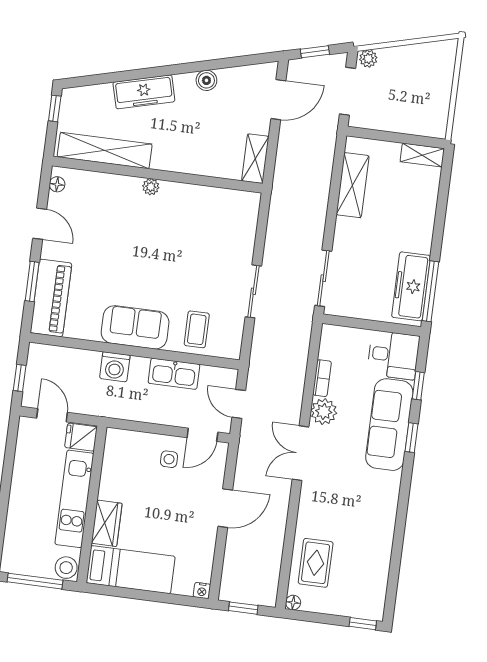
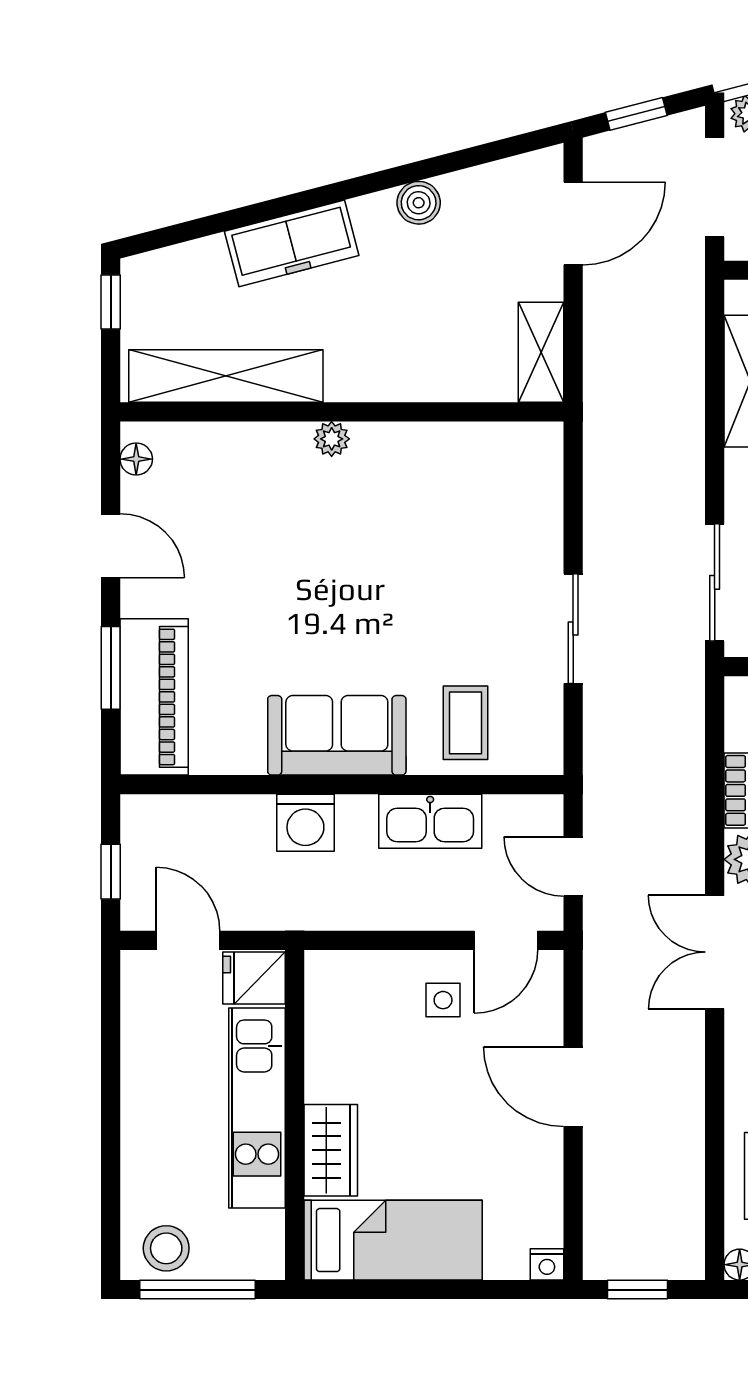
door: (225, 508) -> (573, 1087), swing flipped
stool: (66, 568) -> (166, 1248), moved

